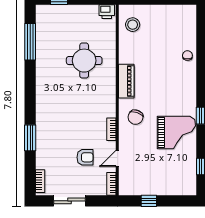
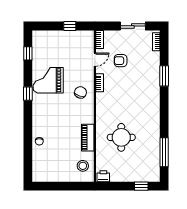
piano: (126, 81) -> (88, 138), moved

